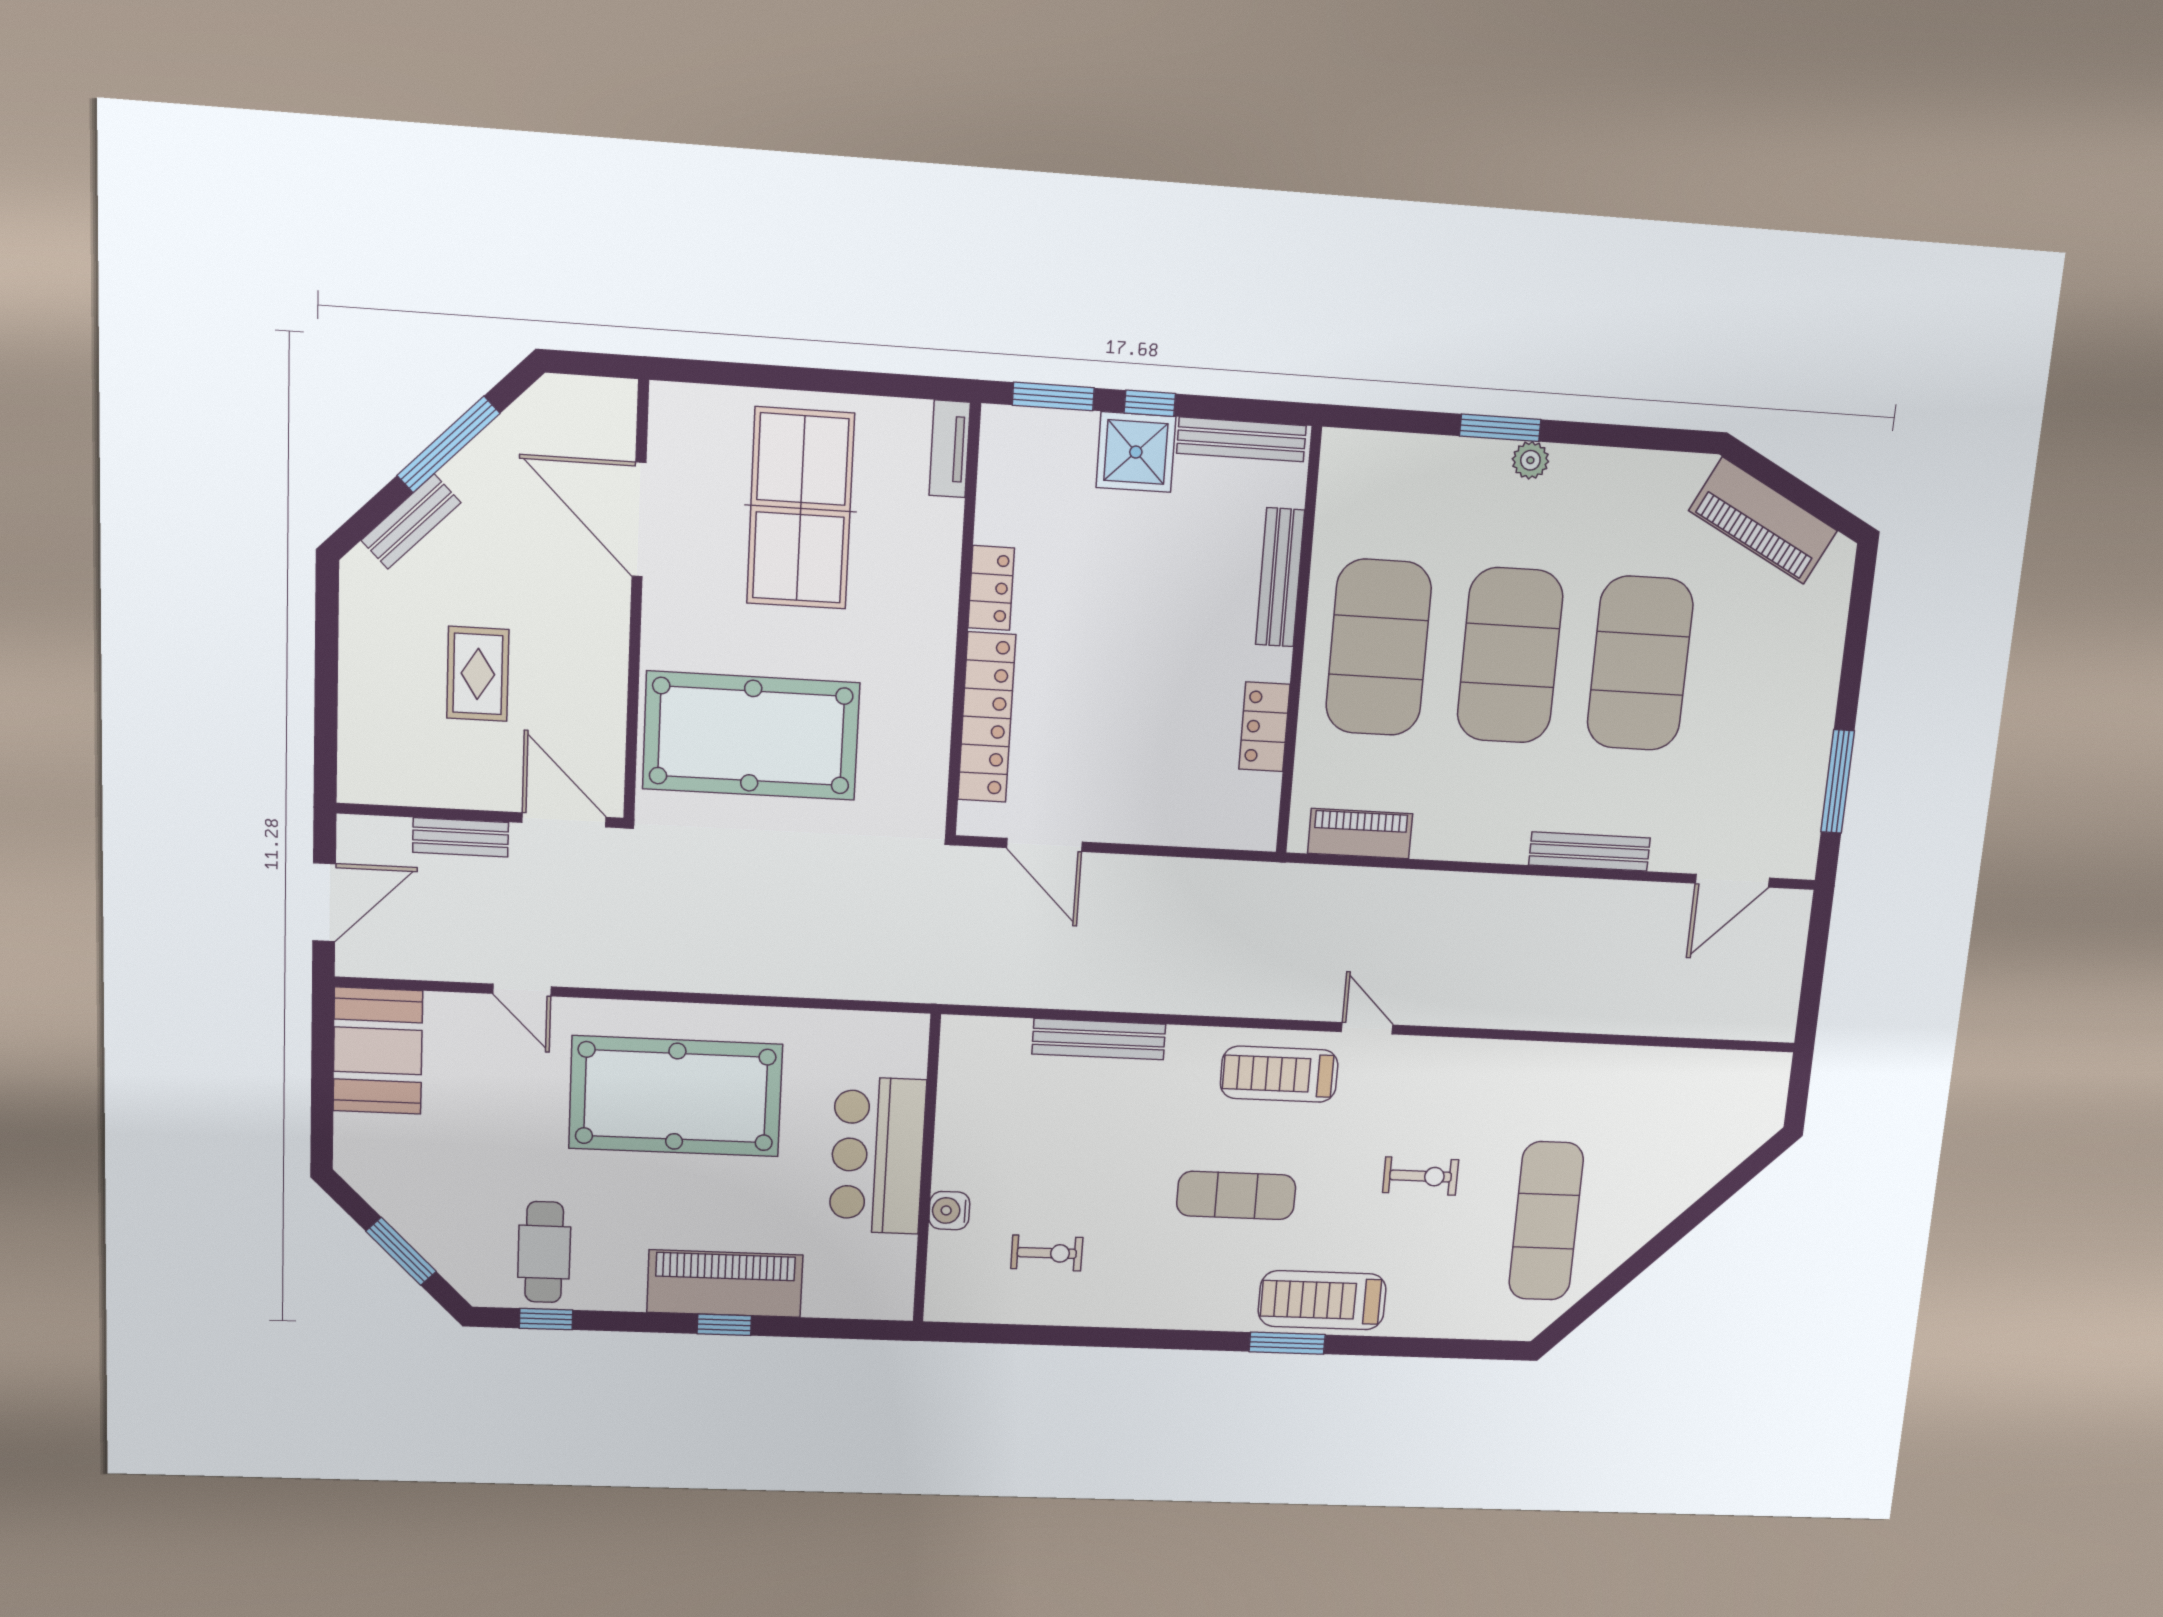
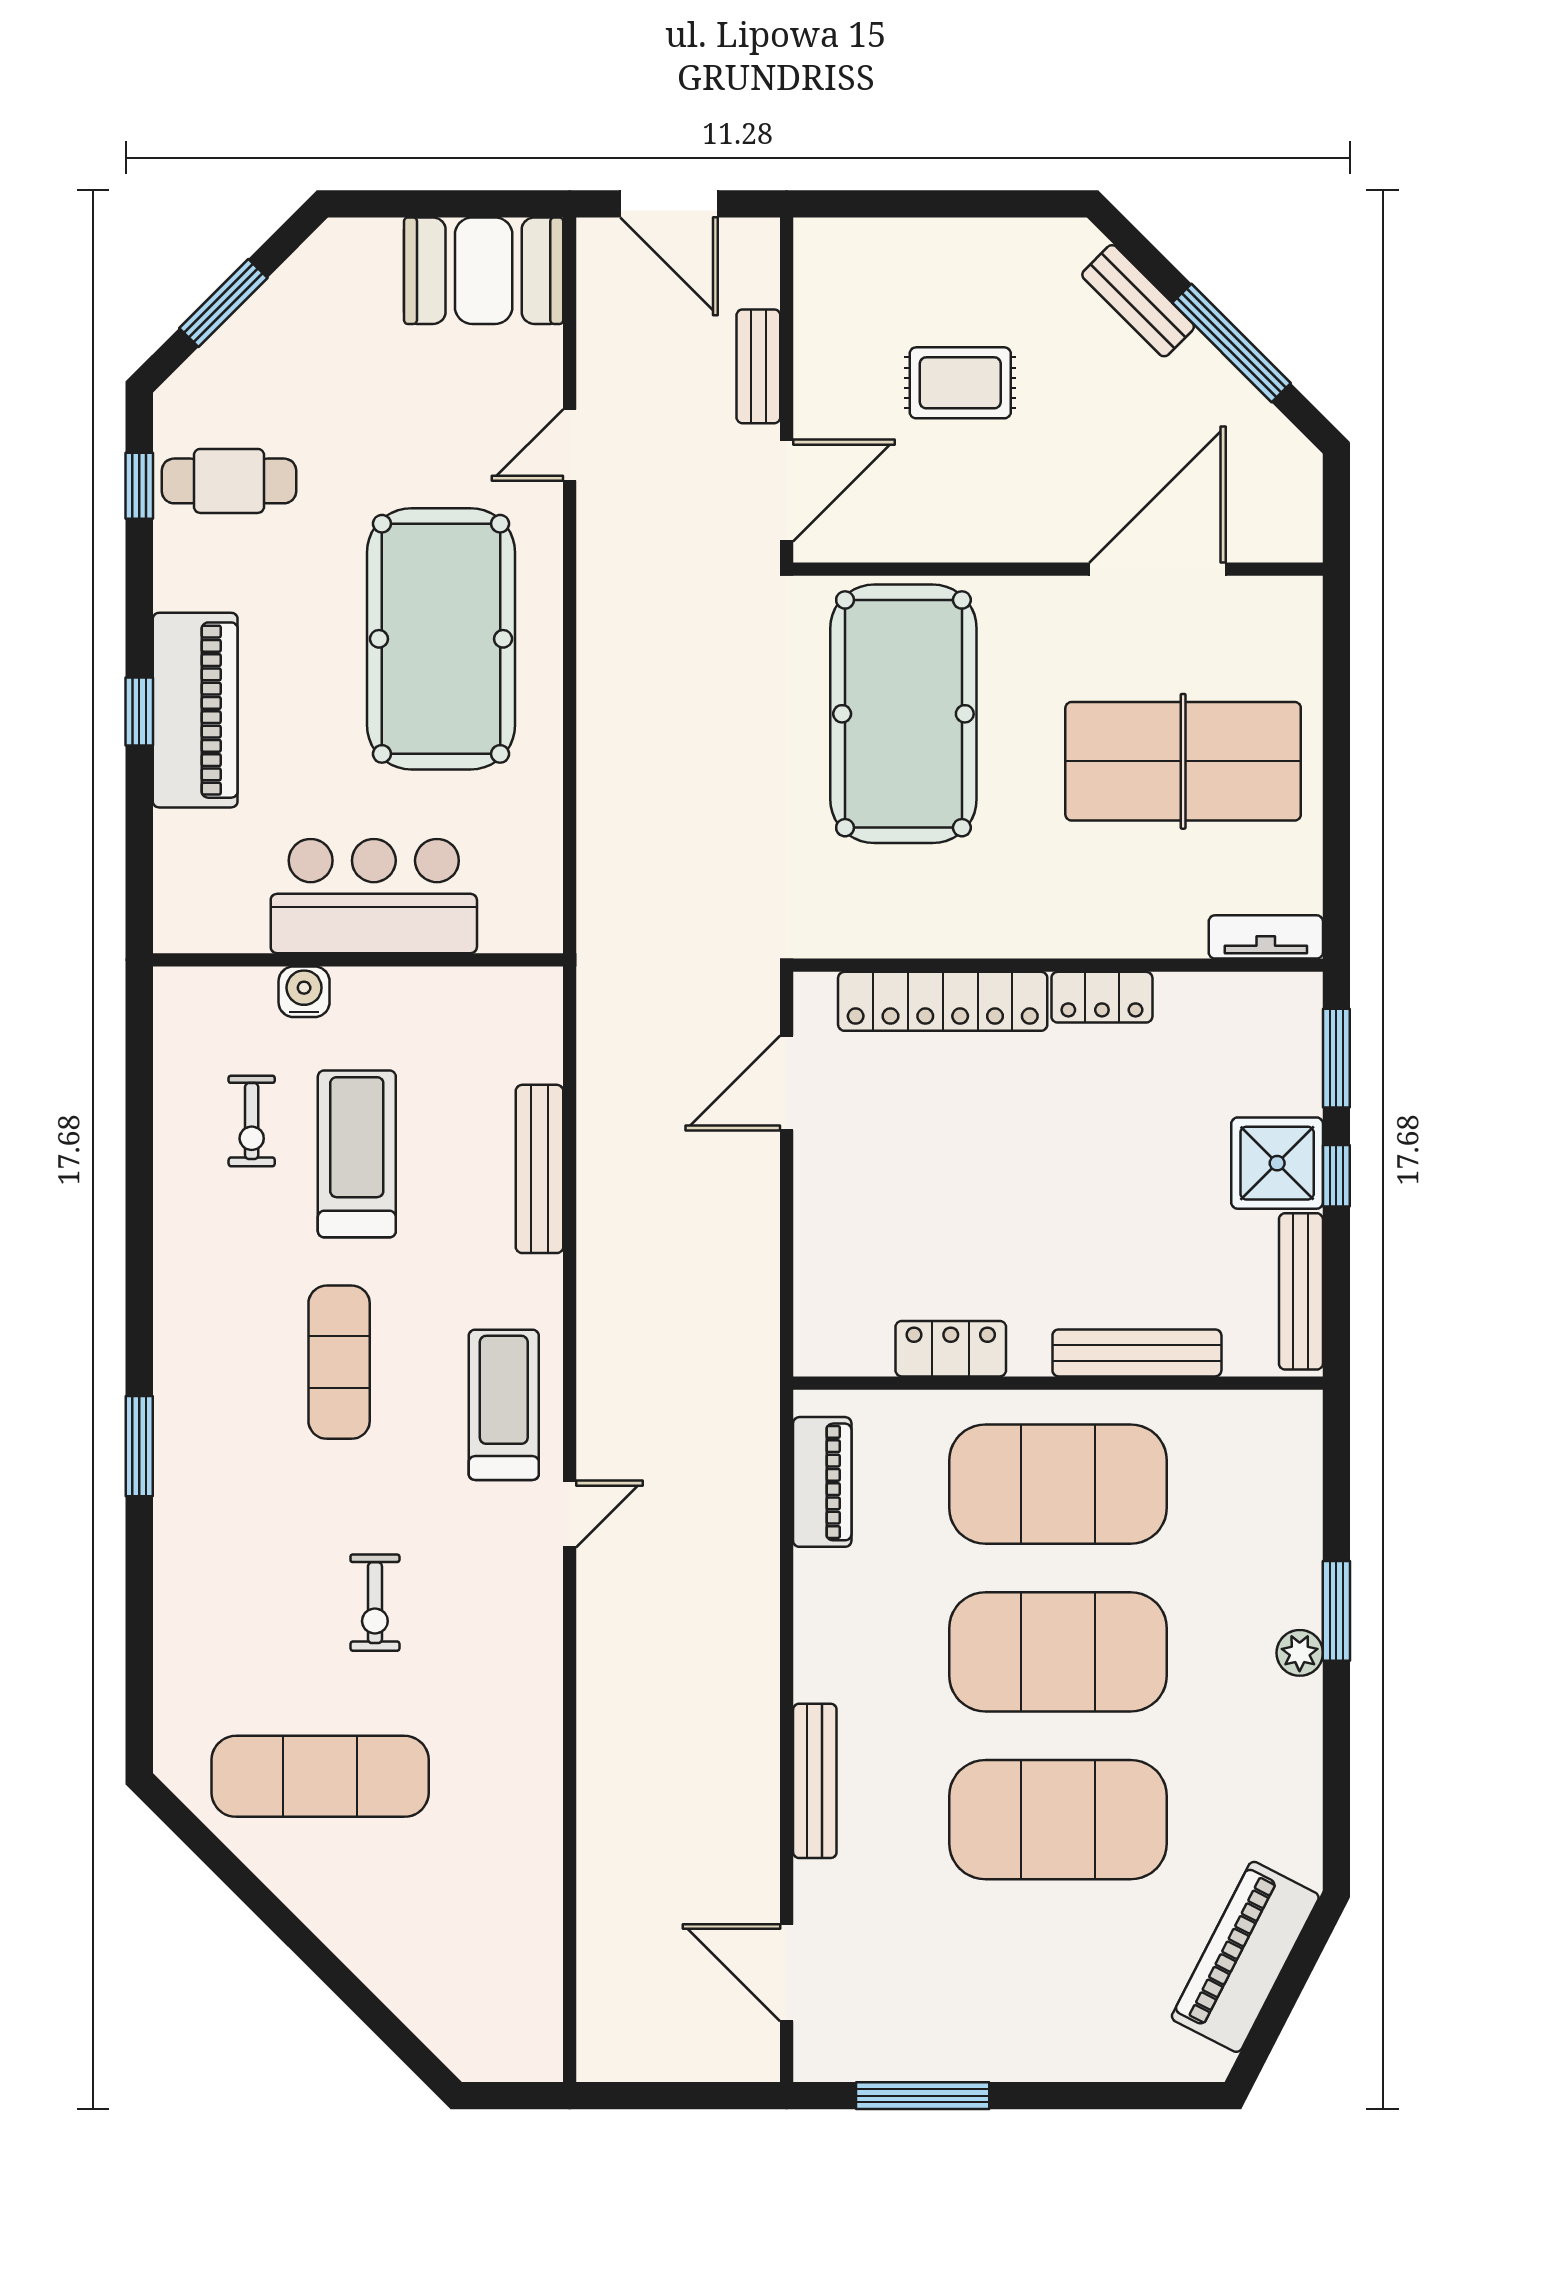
treadmill: (1322, 1300) -> (357, 1154), moved

